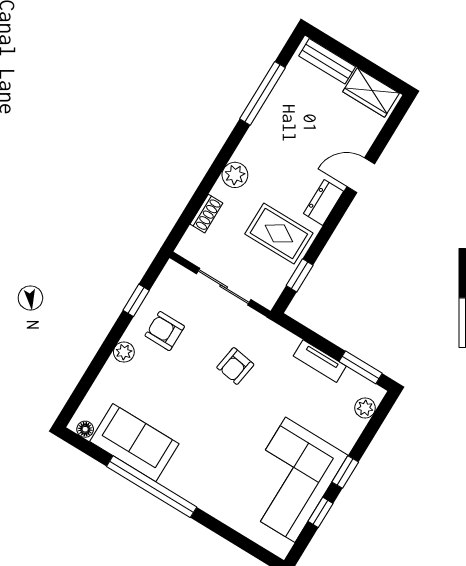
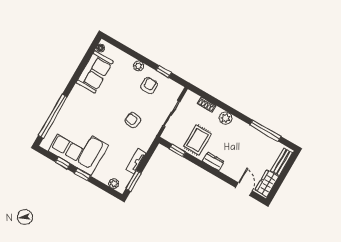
door: (361, 175) -> (244, 189), moved
window: (152, 487) -> (53, 116), moved

